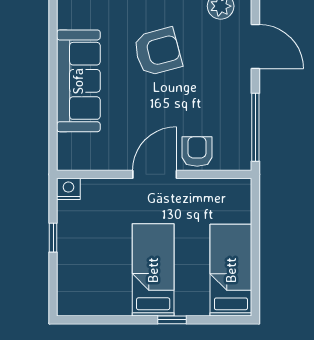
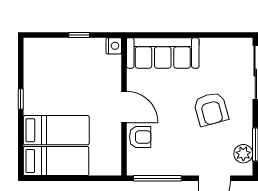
sofa: (78, 81) -> (163, 53), moved
bed: (153, 270) -> (56, 130), moved
window: (172, 320) -> (21, 99), moved

